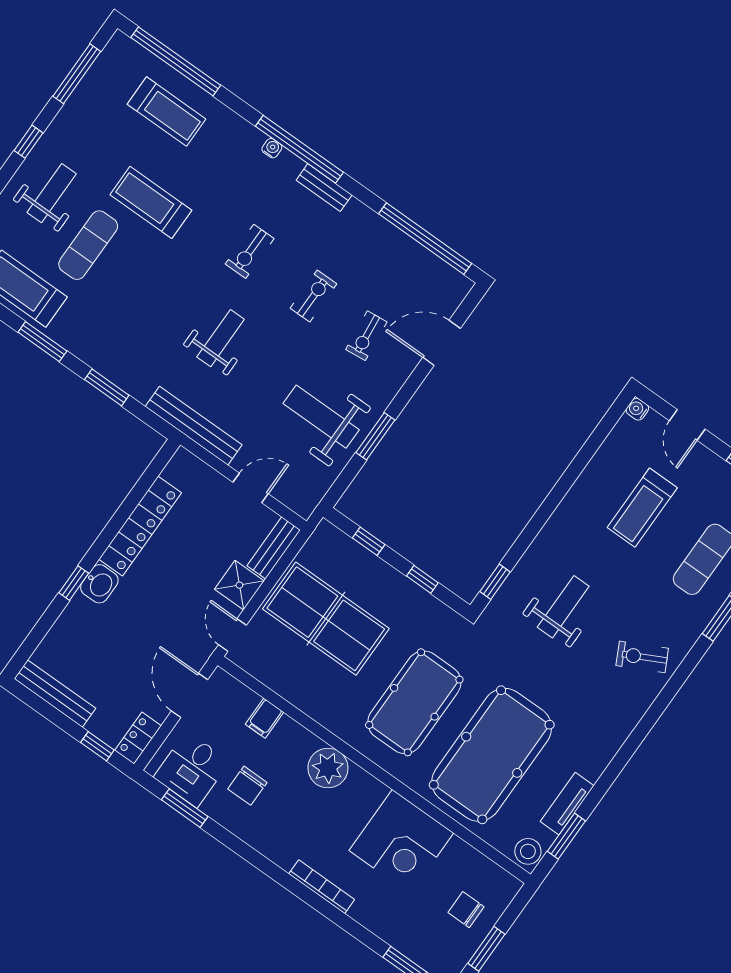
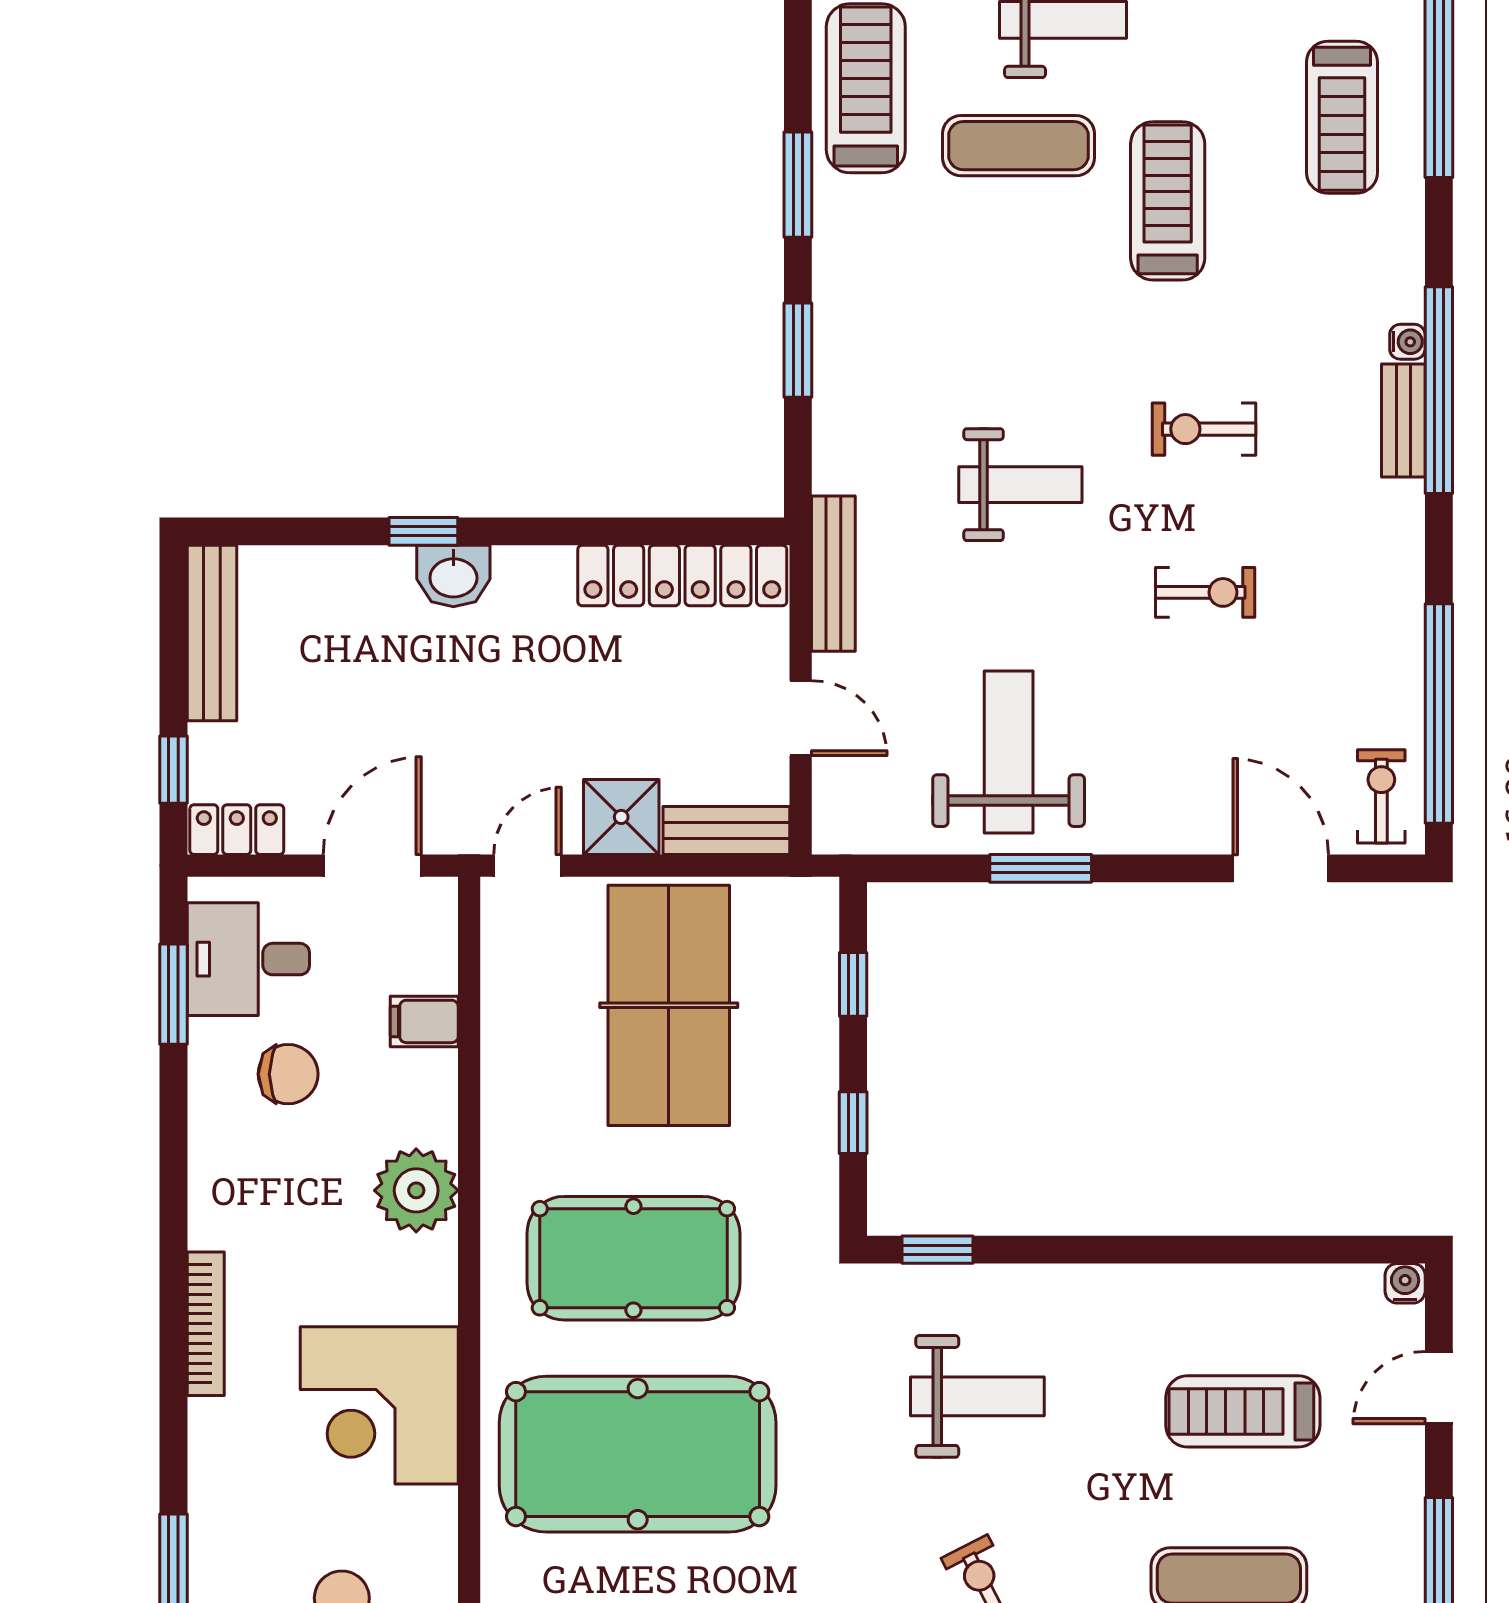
bench: (324, 188) -> (1403, 420), moved
exercise bike: (366, 336) -> (1381, 796), moved, turned 96
bench: (194, 426) -> (833, 574), width x0.73, depth x0.82
locker: (140, 526) -> (682, 575), moved
chair: (247, 786) -> (288, 1074), turned 180

